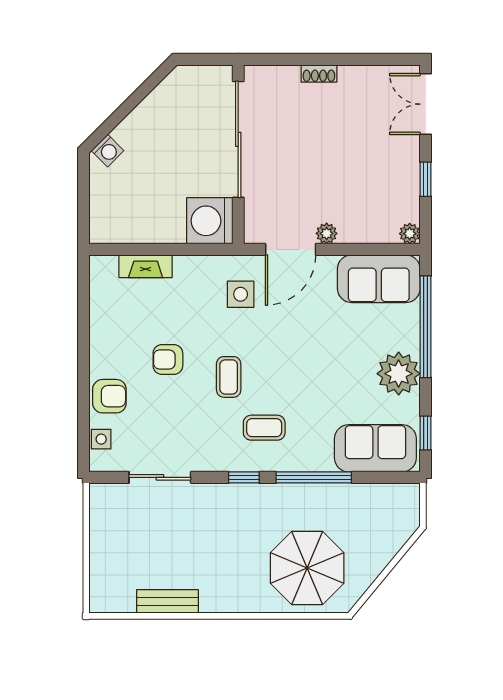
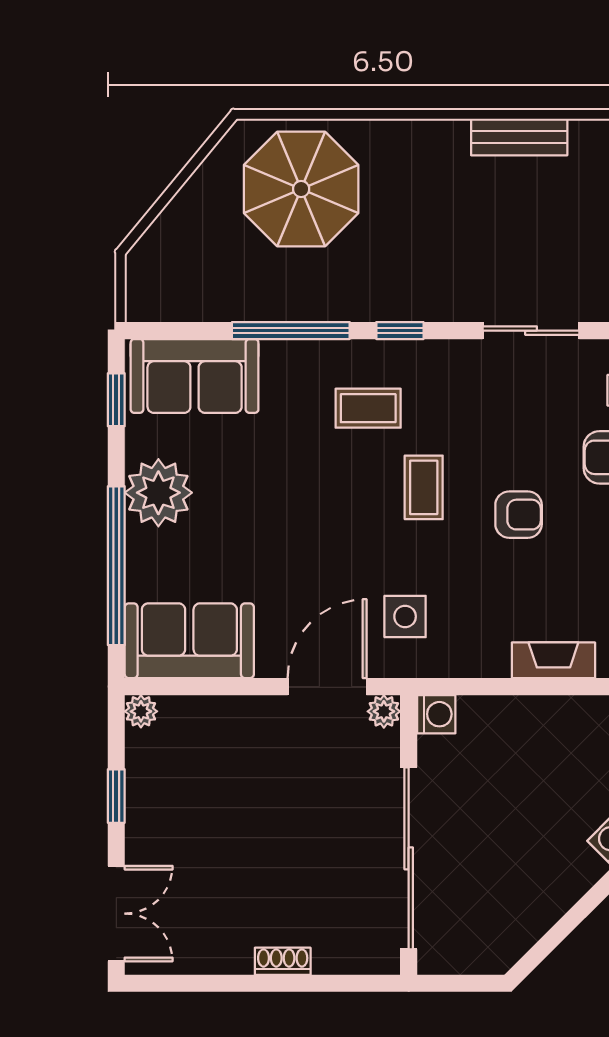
washing machine: (210, 221) -> (436, 714), width x0.53, depth x0.53
plant: (327, 233) -> (384, 711), moved

